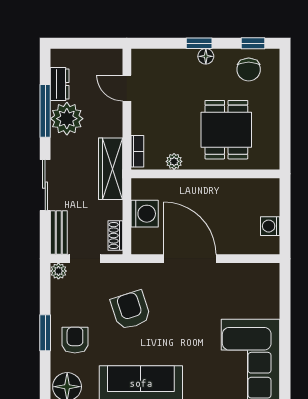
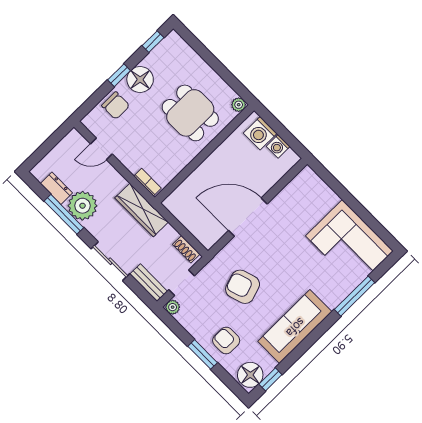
floor lamp: (206, 56) -> (140, 79), width x1.89, depth x1.89
chair: (249, 70) -> (116, 106), moved
plant: (174, 161) -> (239, 105), moved
washing machine: (145, 214) -> (260, 133), moved, turned 180

